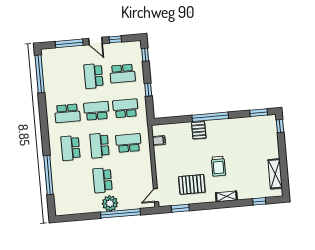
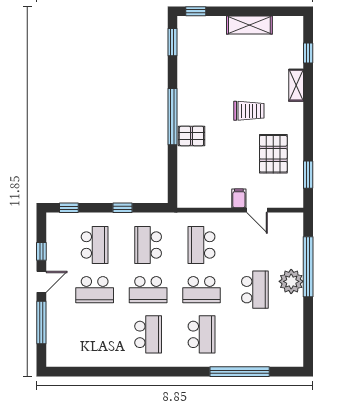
window: (40, 74) -> (84, 372), removed
school desk: (96, 111) -> (148, 290), turned -90
filing cabinet: (159, 140) -> (239, 198), moved
school desk: (70, 148) -> (201, 334), turned -90
shelving: (275, 174) -> (249, 25), moved
school desk: (103, 180) -> (255, 290), turned -90
door: (156, 195) -> (257, 210), moved
shelving: (226, 196) -> (296, 85), moved

